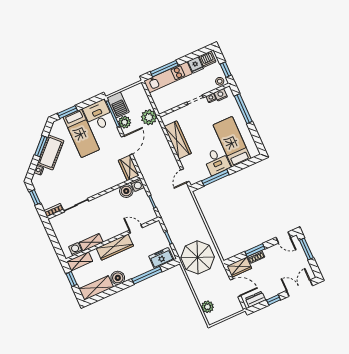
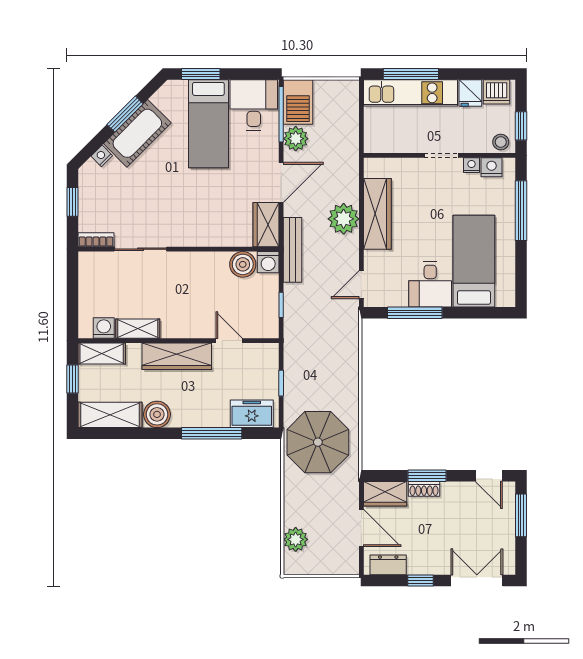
plant: (149, 117) -> (344, 219), moved
bench: (146, 174) -> (292, 250), added

